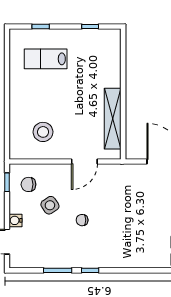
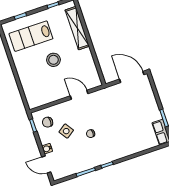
lab bench: (46, 59) -> (31, 36), width x1.36, depth x1.39
shelving: (113, 119) -> (77, 28), moved
stool: (43, 132) -> (53, 60), moved
door: (84, 161) -> (79, 95), swing flipped

